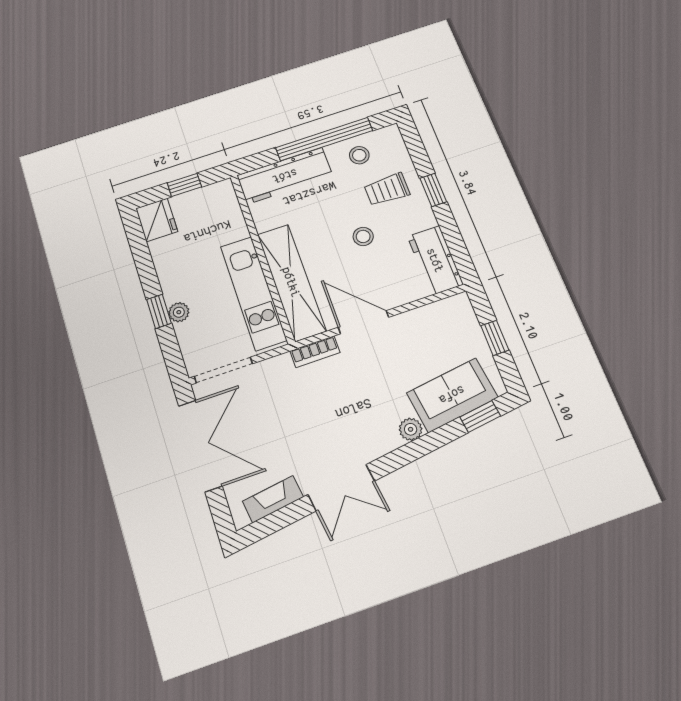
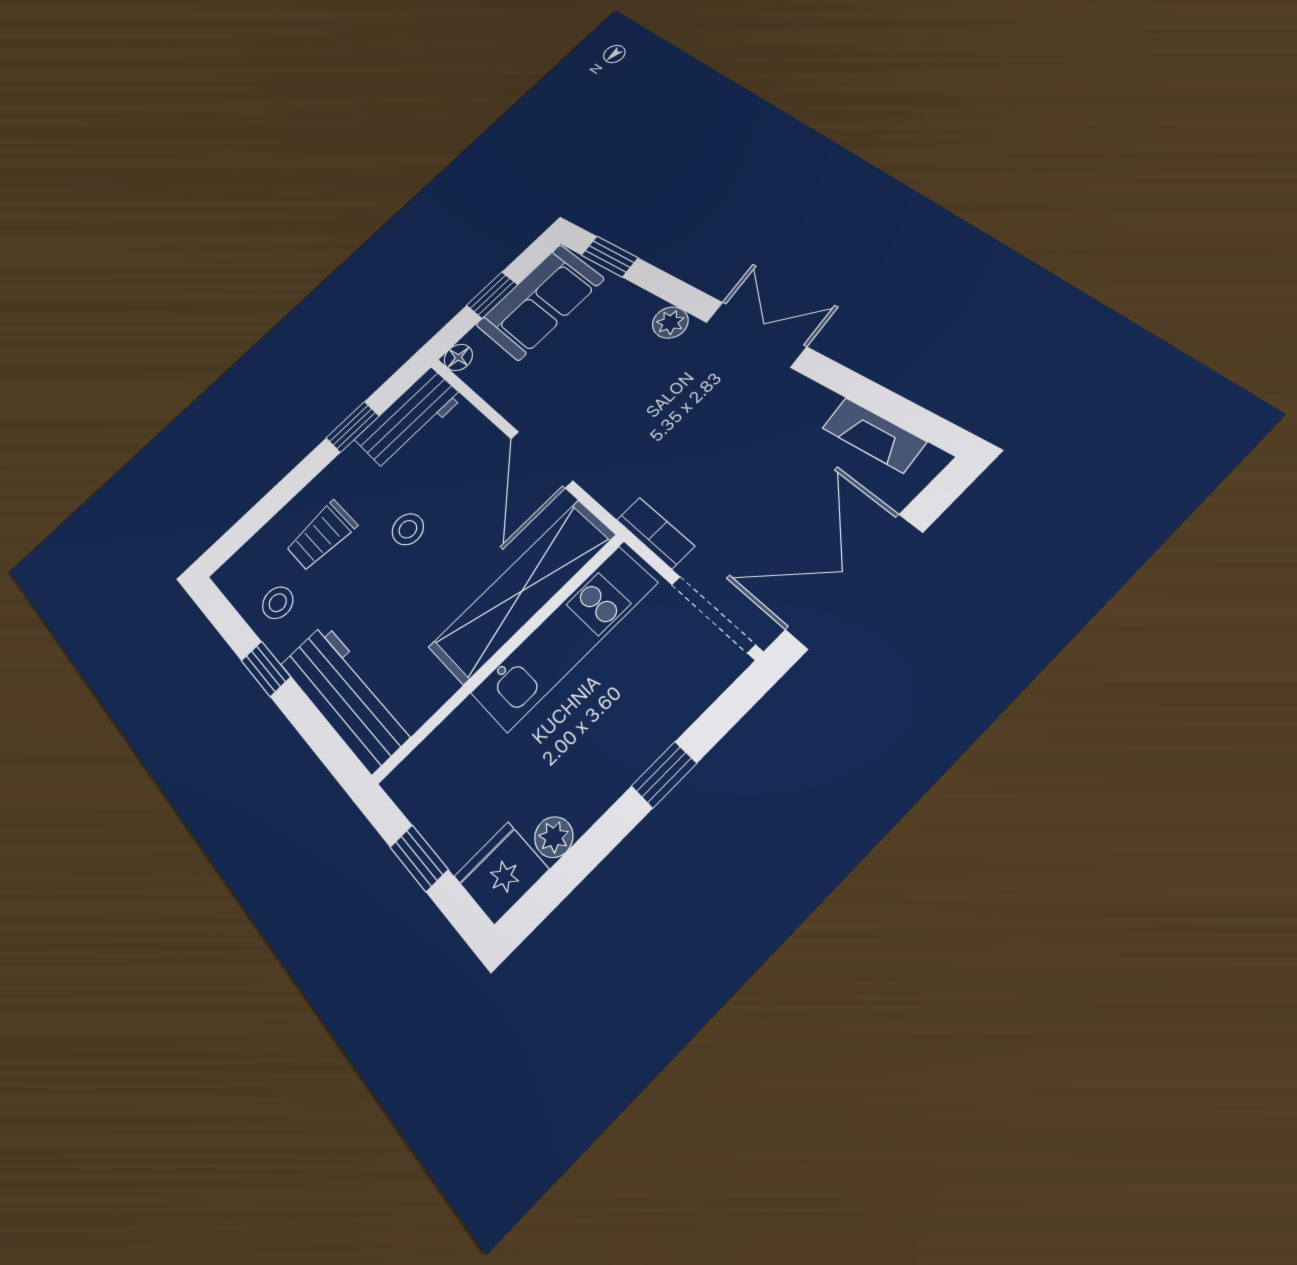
window: (324, 139) -> (266, 669), width x0.32
trolley: (387, 189) -> (321, 536), turned 90
window: (433, 190) -> (352, 427), moved
floor lamp: (461, 302) -> (458, 357), added
plant: (179, 312) -> (554, 837), moved
bookcase: (315, 352) -> (655, 533), moved
sofa: (452, 395) -> (540, 302), moved, turned -82
double door: (341, 488) -> (756, 334), moved

